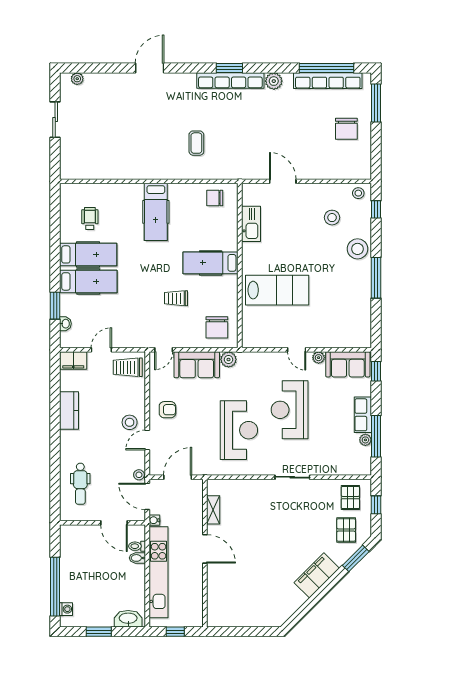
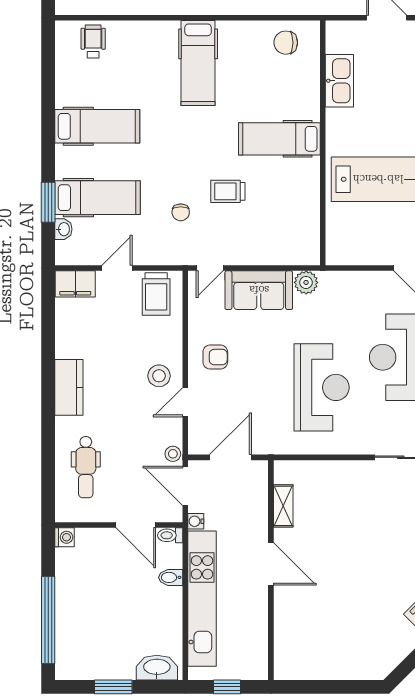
wheelchair: (90, 218) -> (93, 41), moved
hospital bed: (88, 281) -> (98, 198), moved
chair: (217, 327) -> (181, 212), moved, width x0.54, depth x0.54
trolley: (128, 367) -> (156, 294), turned -90
kitchen counter: (69, 410) -> (69, 387), moved
toilet: (137, 546) -> (170, 535), moved
washing machine: (66, 609) -> (65, 537), moved

